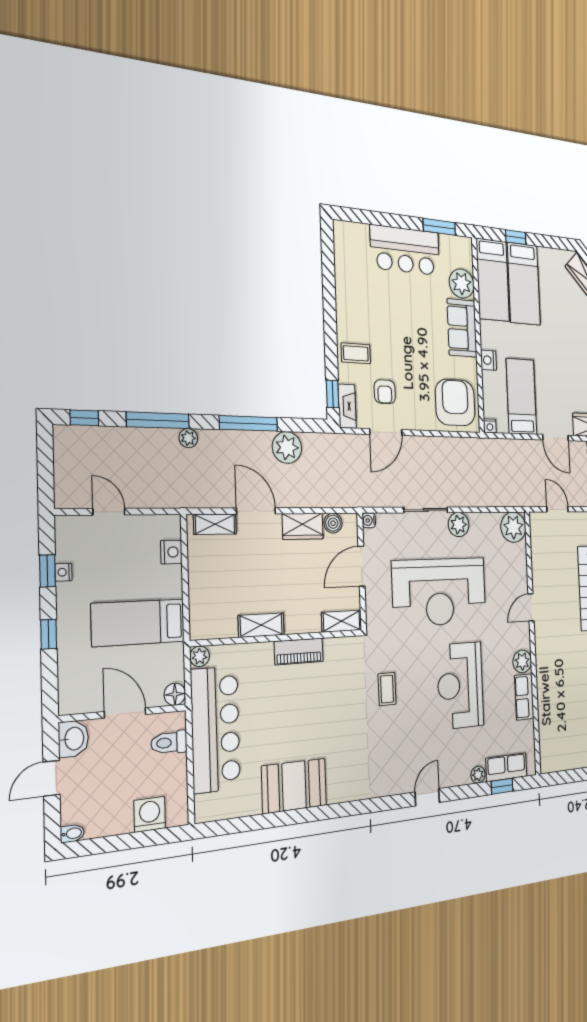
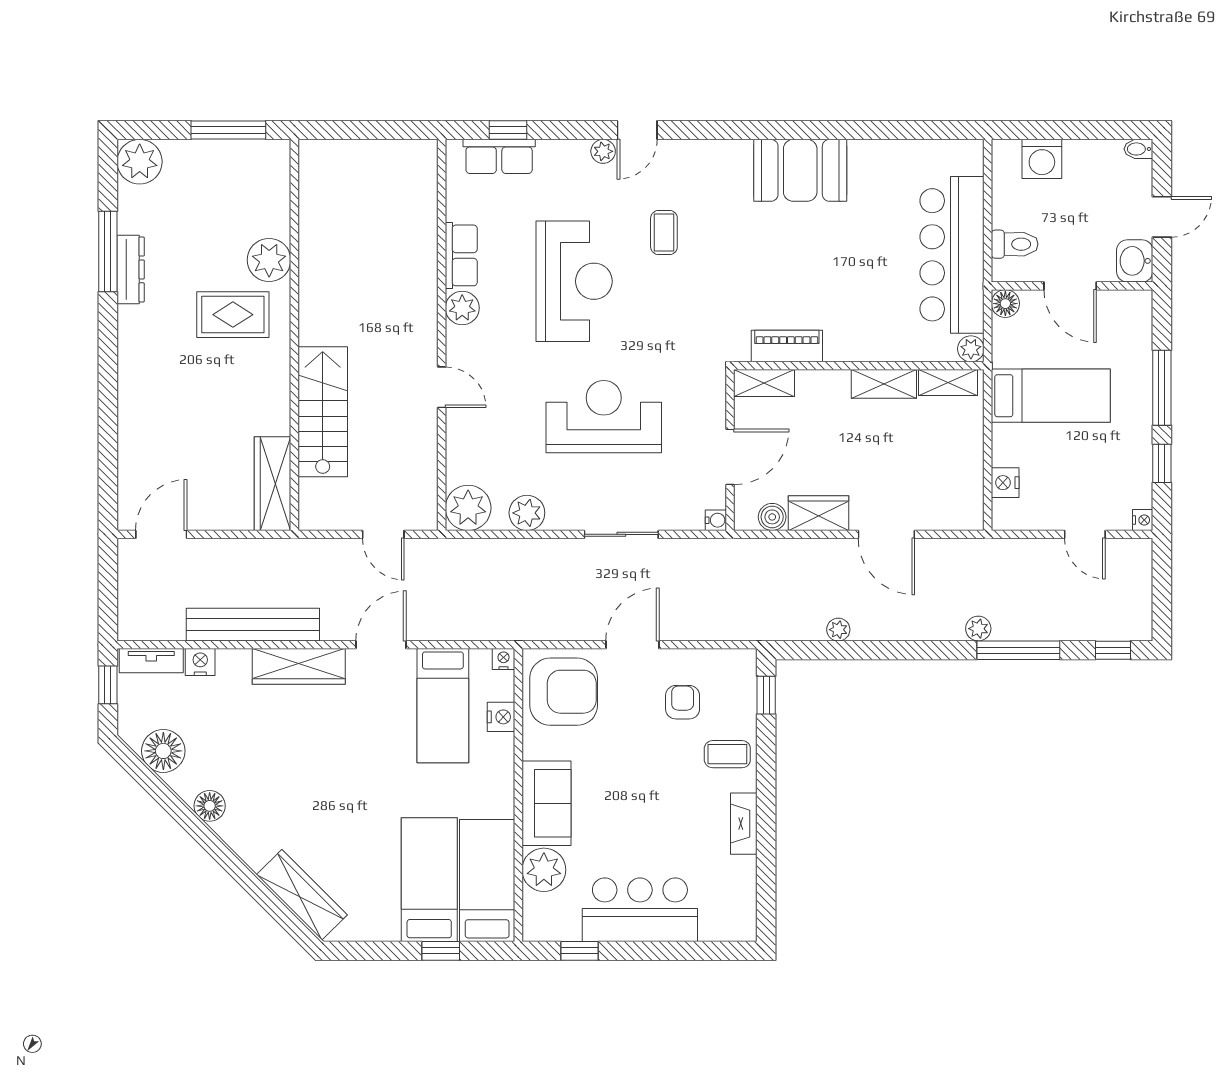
window: (439, 227) -> (580, 951), width x0.67
nightstand: (488, 360) -> (501, 717), moved
armchair: (455, 402) -> (564, 692), turned -90
fireplace: (347, 406) -> (744, 824), moved
window: (249, 423) -> (893, 650), removed
door: (386, 432) -> (632, 645), moved
door: (555, 438) -> (381, 645), hinge flipped
plant: (287, 447) -> (838, 630), width x0.53, depth x0.53
shelving: (215, 524) -> (948, 383), moved
plant: (459, 525) -> (527, 513), moved
nightstand: (63, 572) -> (1143, 520), moved
reception desk: (439, 592) -> (604, 417), width x0.74, depth x0.77
door: (531, 607) -> (442, 387), hinge flipped
window: (49, 634) -> (1162, 388), width x2.17
piano: (299, 651) -> (787, 346), moved
coffee table: (387, 689) -> (664, 233), moved
plant: (478, 775) -> (603, 151), moved
booth: (294, 786) -> (800, 170), moved

